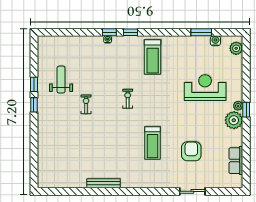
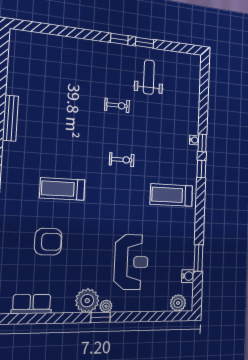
weight bench: (61, 80) -> (149, 77), turned -90

